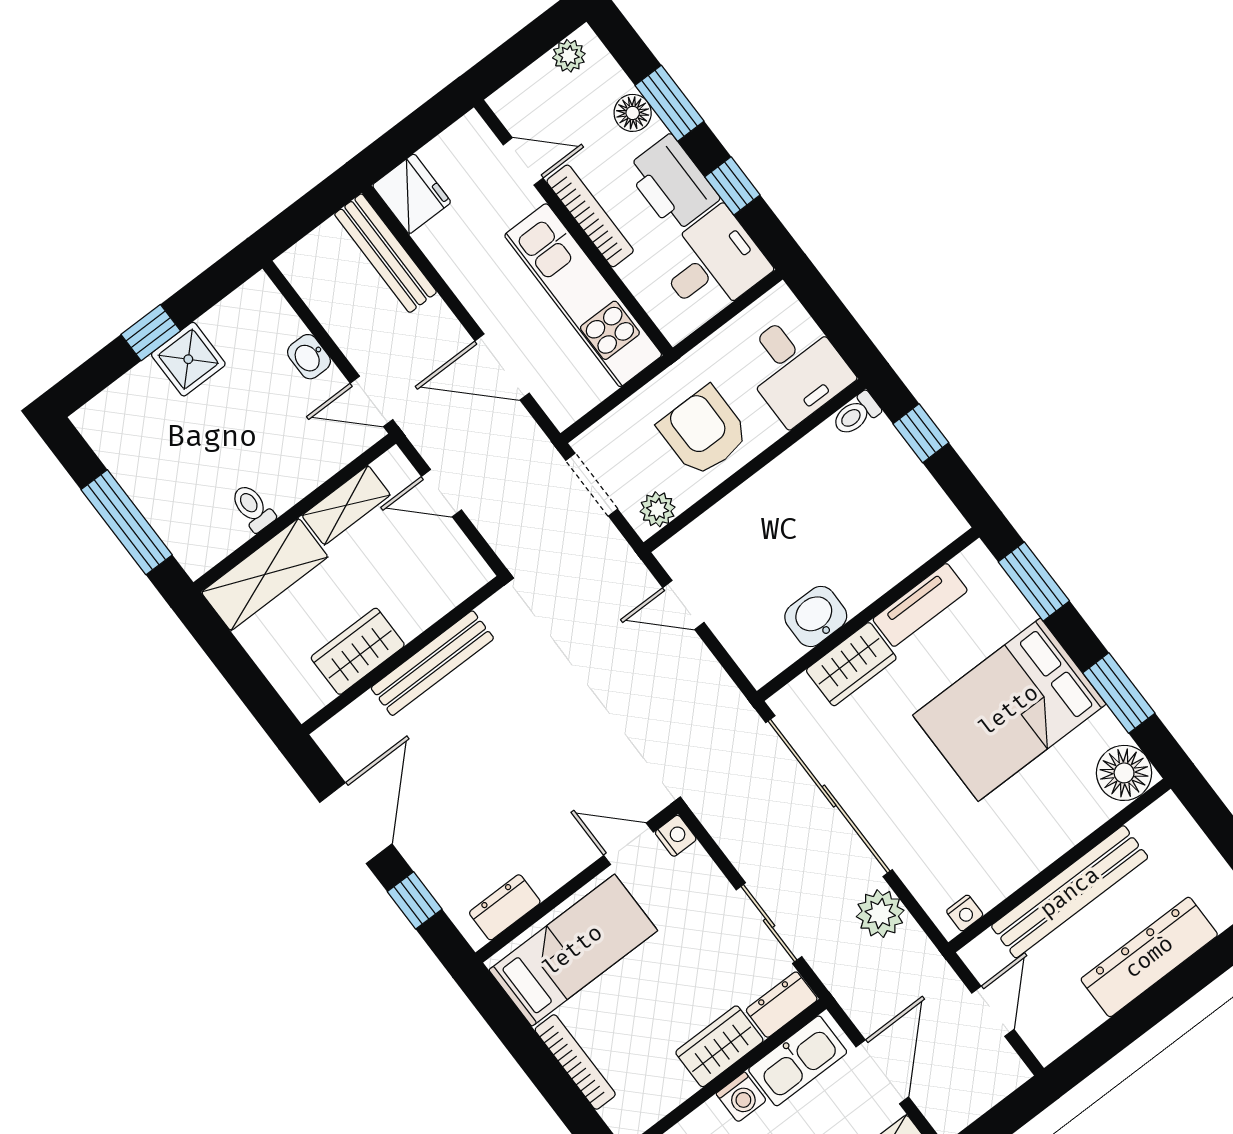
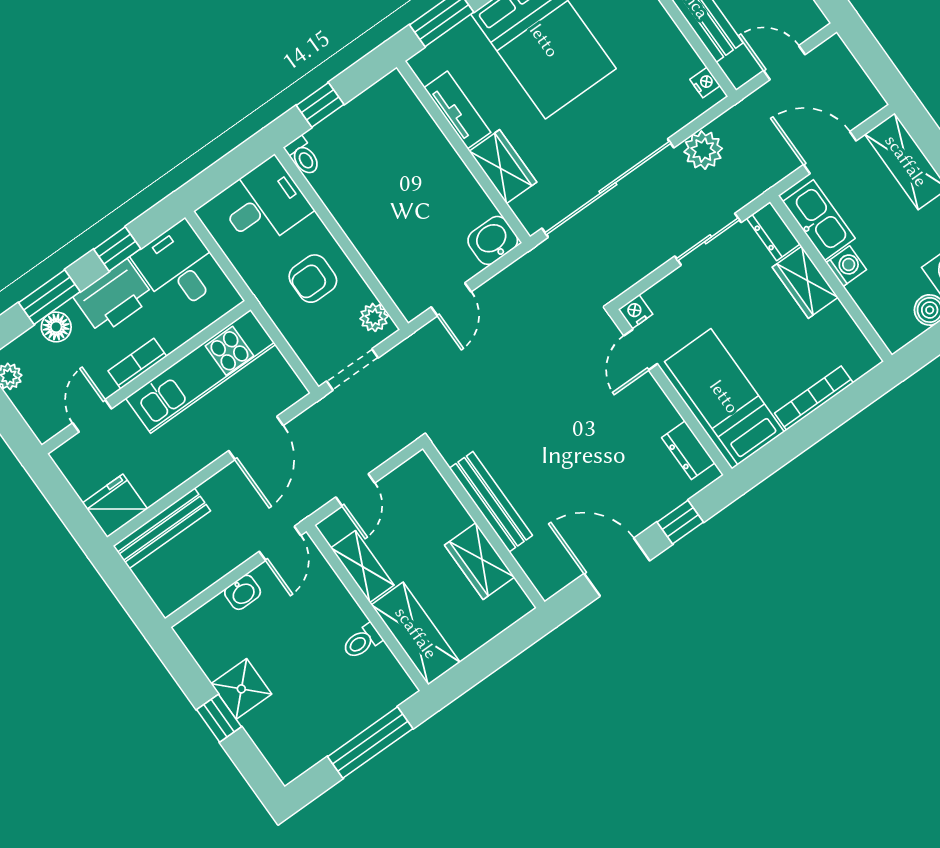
bookcase: (590, 216) -> (137, 364), width x0.64
armchair: (704, 431) -> (313, 279), width x0.72, depth x0.72
washbasin: (816, 616) -> (493, 240), moved, turned 90

